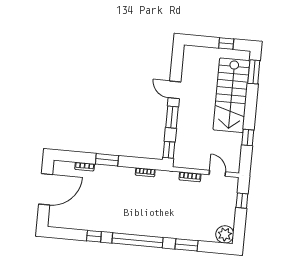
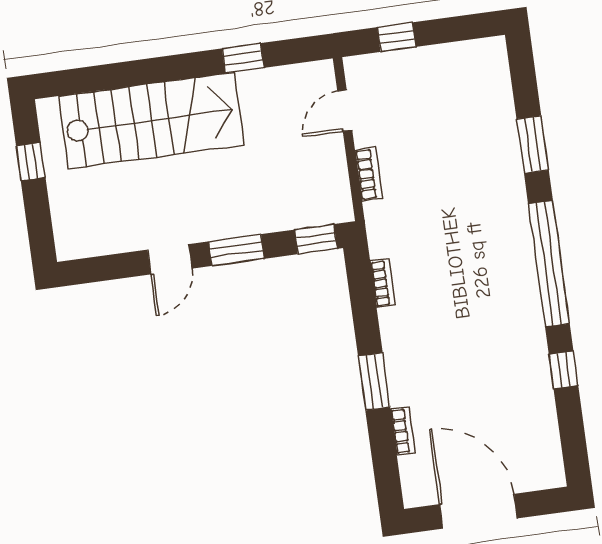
window: (254, 72) -> (83, 80), removed
plant: (225, 234) -> (487, 59), removed

